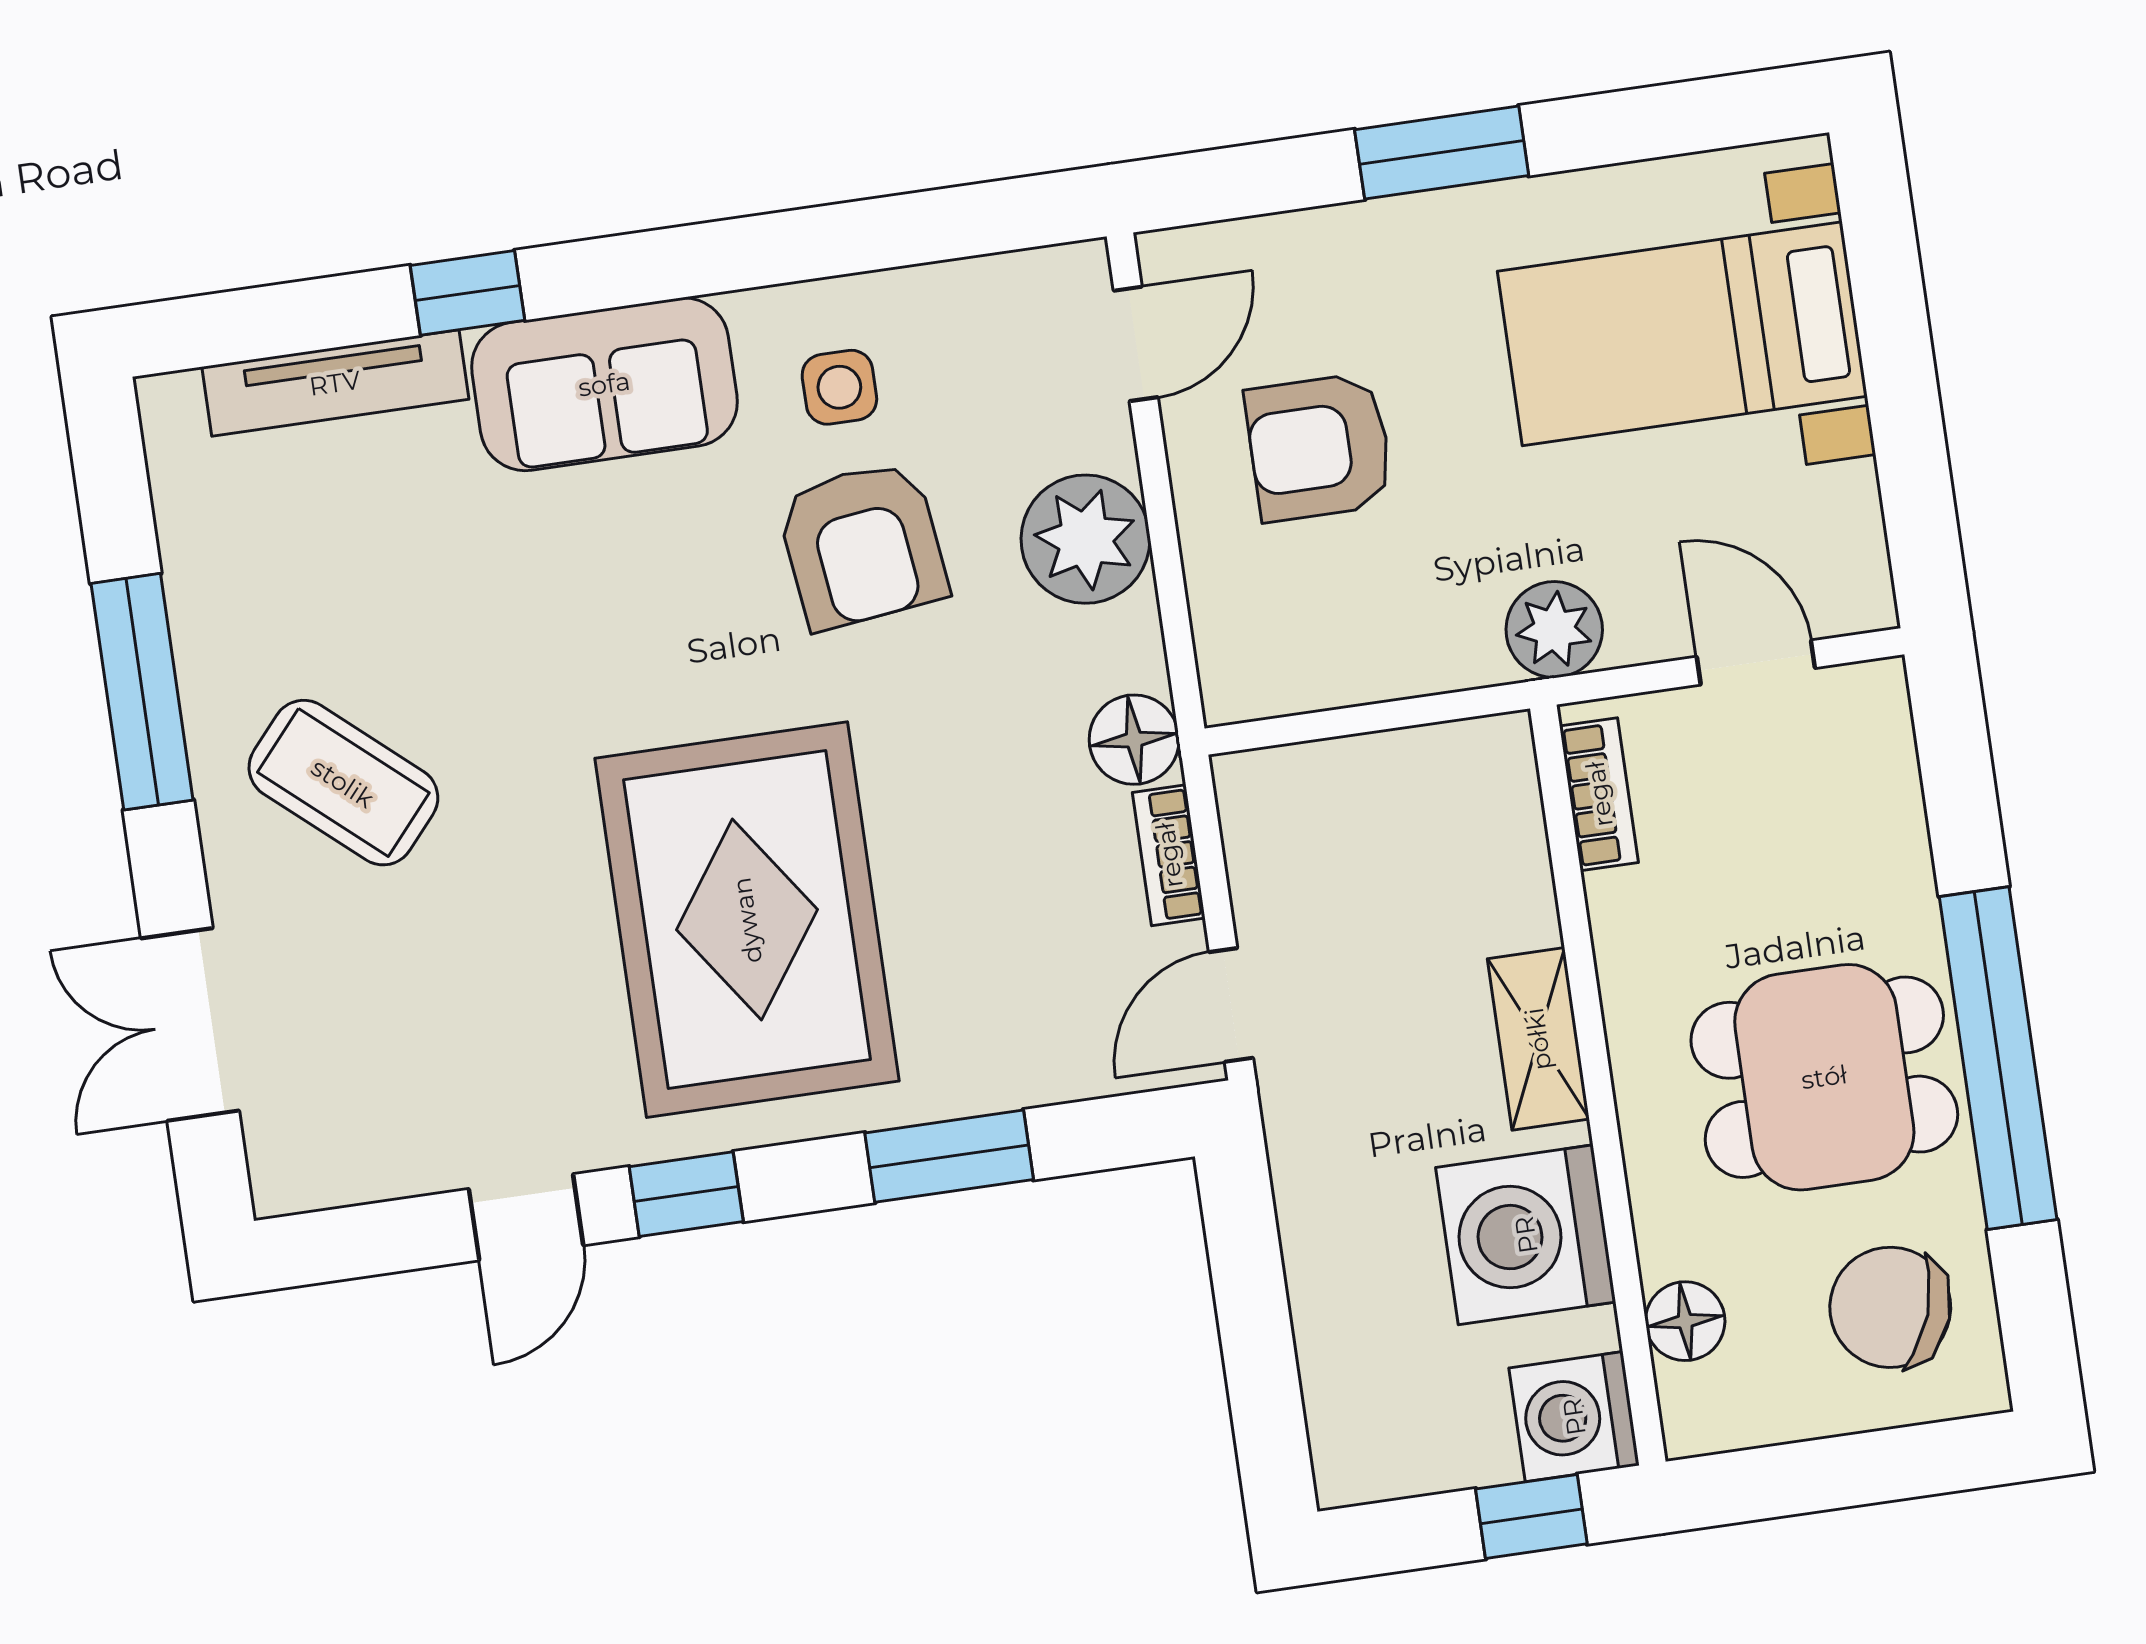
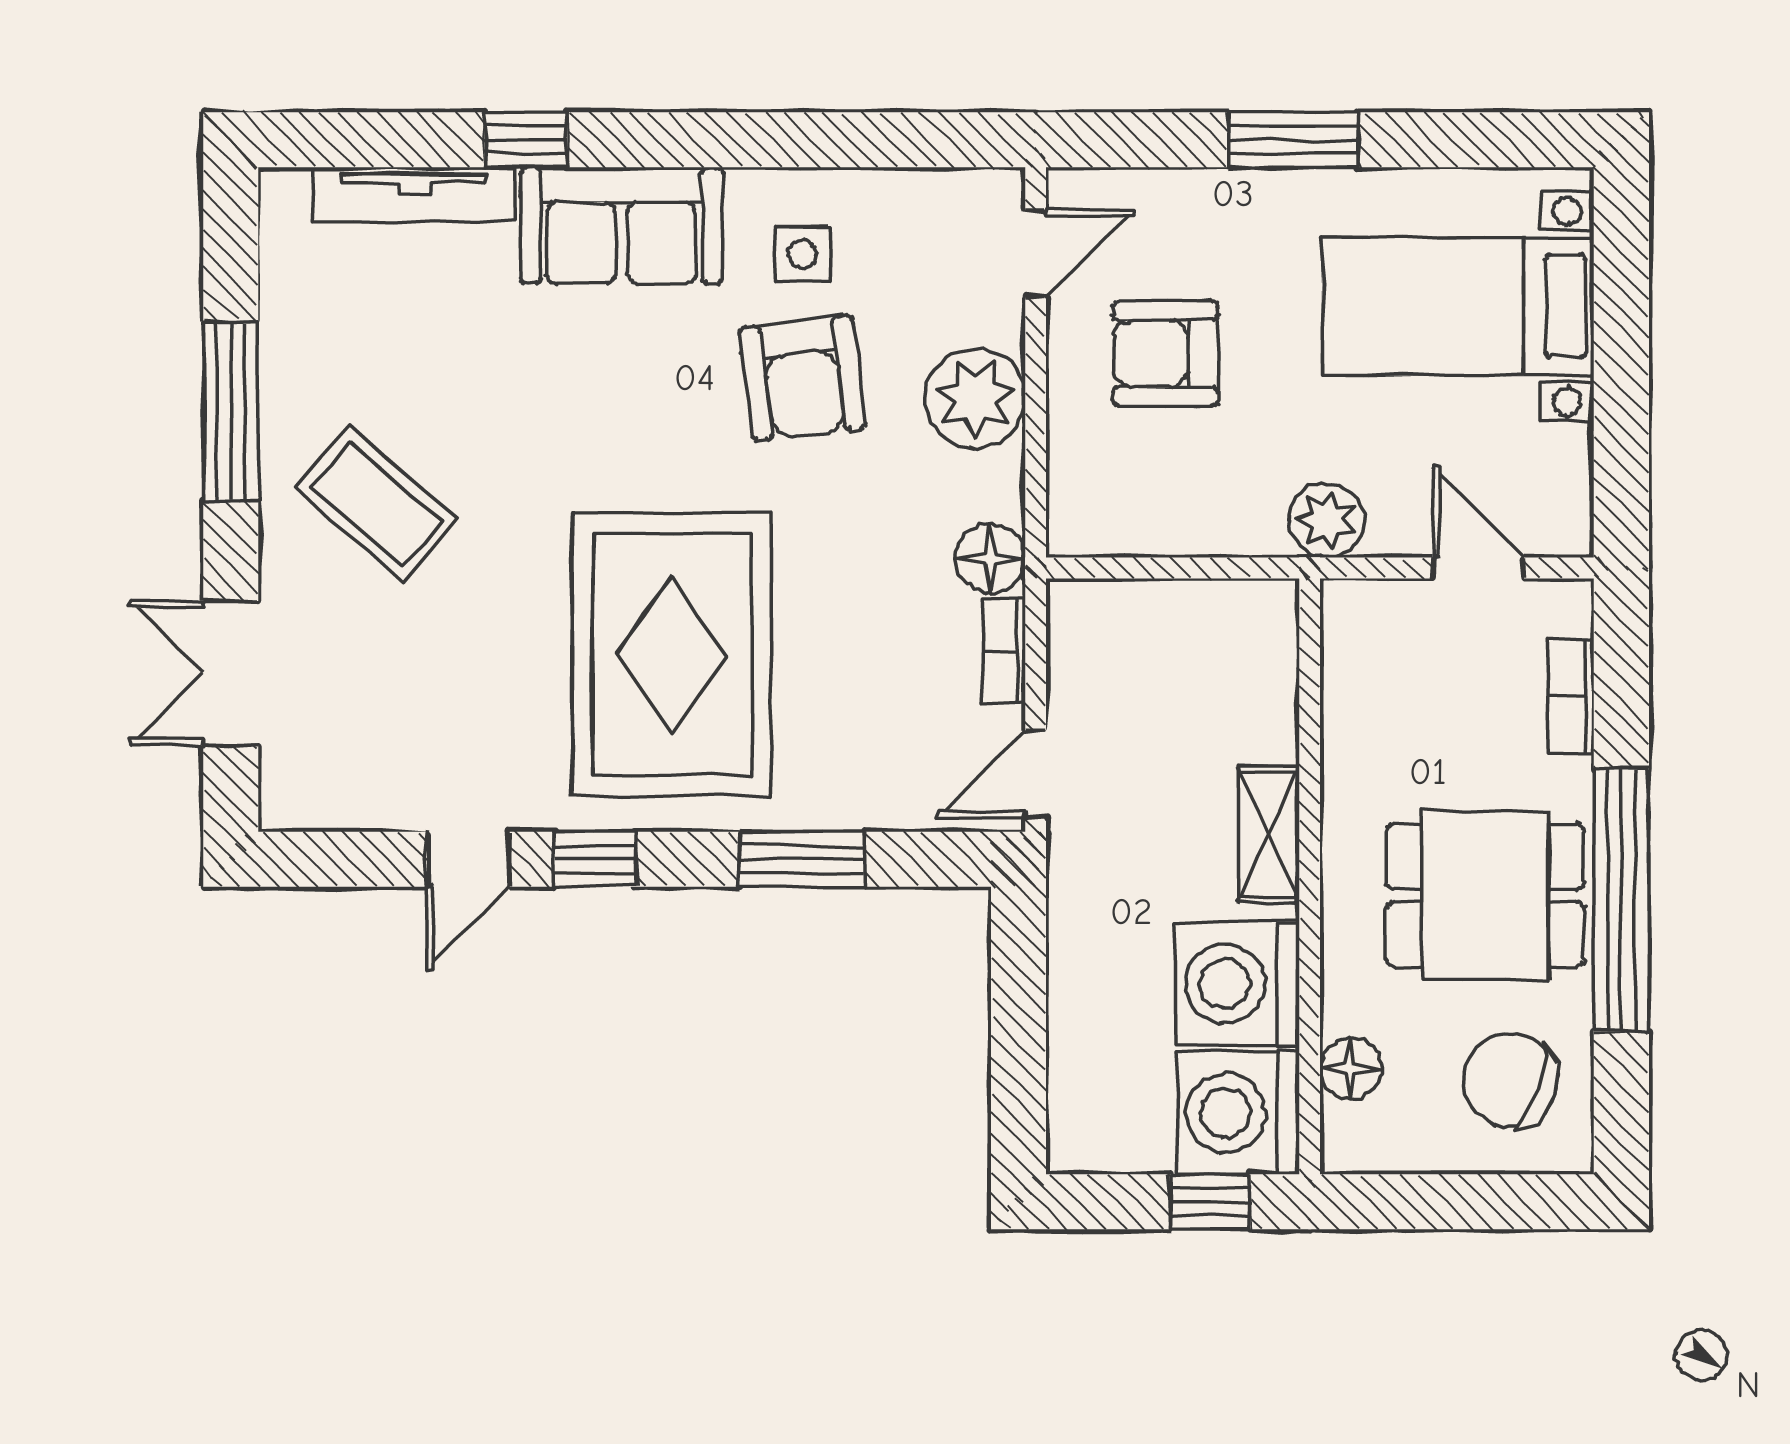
bookcase: (1599, 794) -> (1571, 696), moved, turned 180
washing machine: (1574, 1417) -> (1238, 1113), width x1.37, depth x1.37

